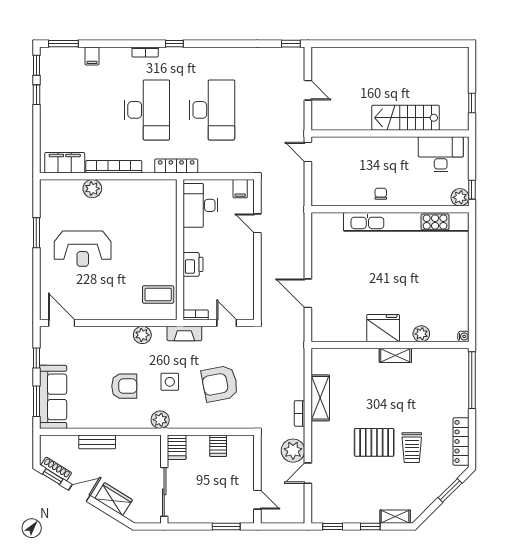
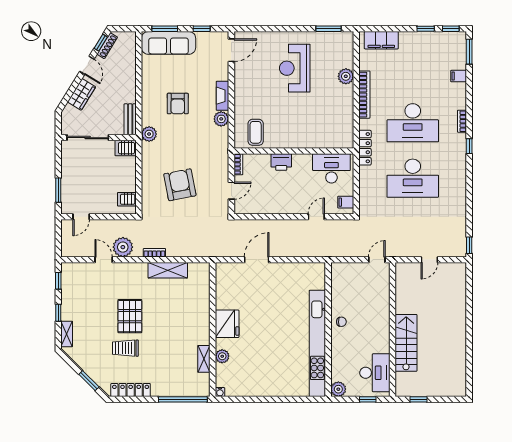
filing cabinet: (65, 163) -> (381, 40), moved, turned 90
window: (472, 190) -> (368, 399), moved
window: (36, 233) -> (328, 29), moved
fireplace: (184, 333) -> (222, 96), moved
shelving: (395, 355) -> (204, 359), moved
side table: (170, 382) -> (181, 142), removed
bench: (97, 442) -> (130, 119), moved
server rack: (218, 446) -> (127, 199), moved

